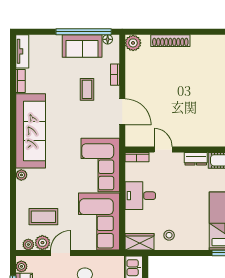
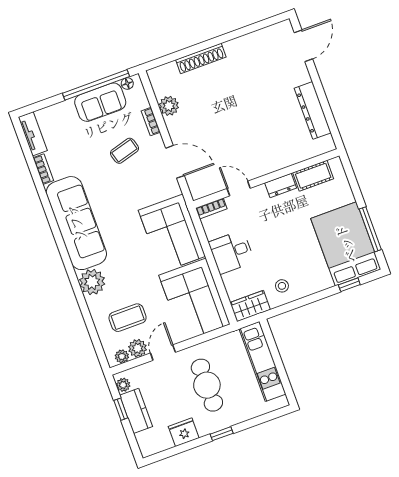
plant: (133, 43) -> (169, 106), moved
coffee table: (87, 89) -> (124, 151), turned 74
plant: (21, 175) -> (92, 282), width x1.87, depth x1.87

